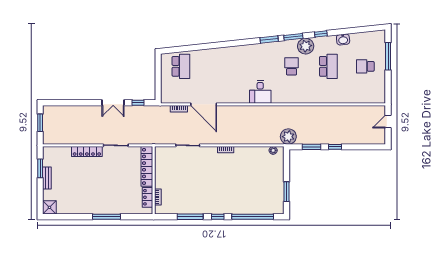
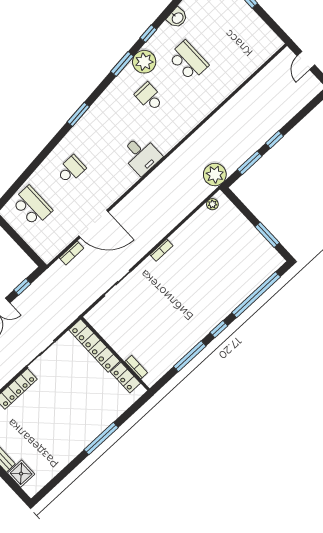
window: (269, 40) -> (78, 114), moved
school desk: (365, 66) -> (71, 170), moved, turned 180
shower: (49, 207) -> (21, 474), moved

